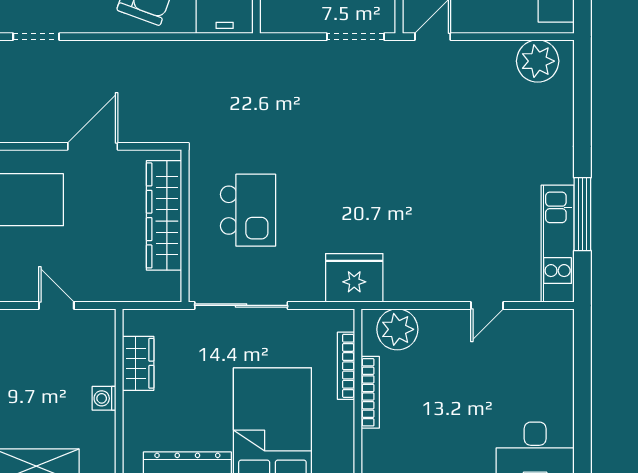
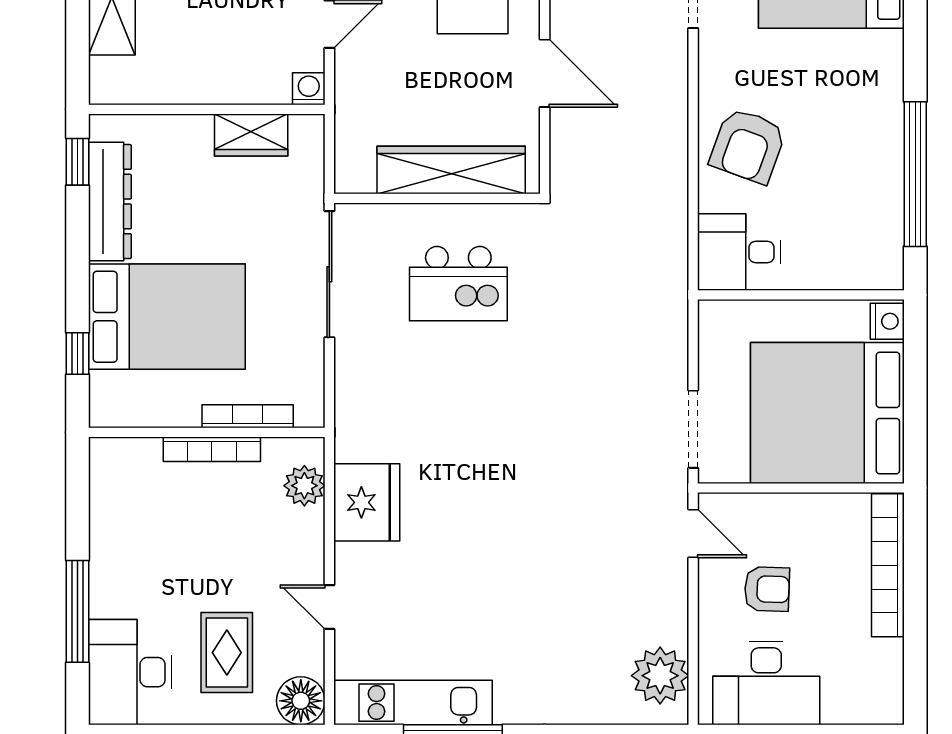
fridge: (354, 278) -> (367, 502), moved
floor lamp: (556, 327) -> (301, 701), added
plant: (397, 329) -> (304, 486), width x0.73, depth x0.73
rug: (521, 381) -> (227, 653), added
washing machine: (104, 398) -> (309, 89), moved

